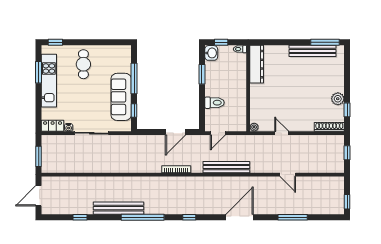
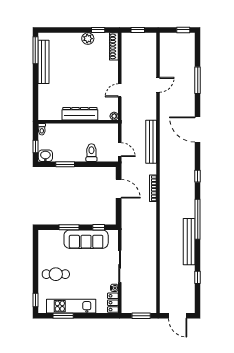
dresser: (257, 64) -> (80, 114), moved
window: (134, 79) -> (69, 227), width x0.69

